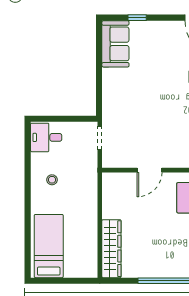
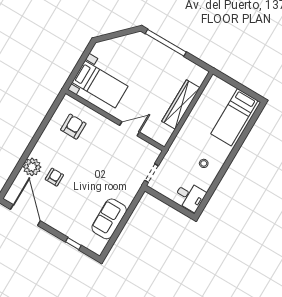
sofa: (115, 44) -> (109, 219), moved
wardrobe: (111, 249) -> (181, 105), moved

